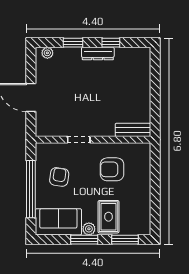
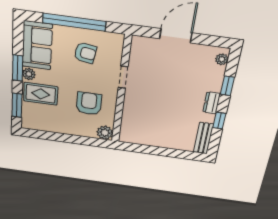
dresser: (98, 53) -> (212, 103), width x0.70
bench: (133, 130) -> (203, 138), moved
plant: (142, 151) -> (105, 133), added

